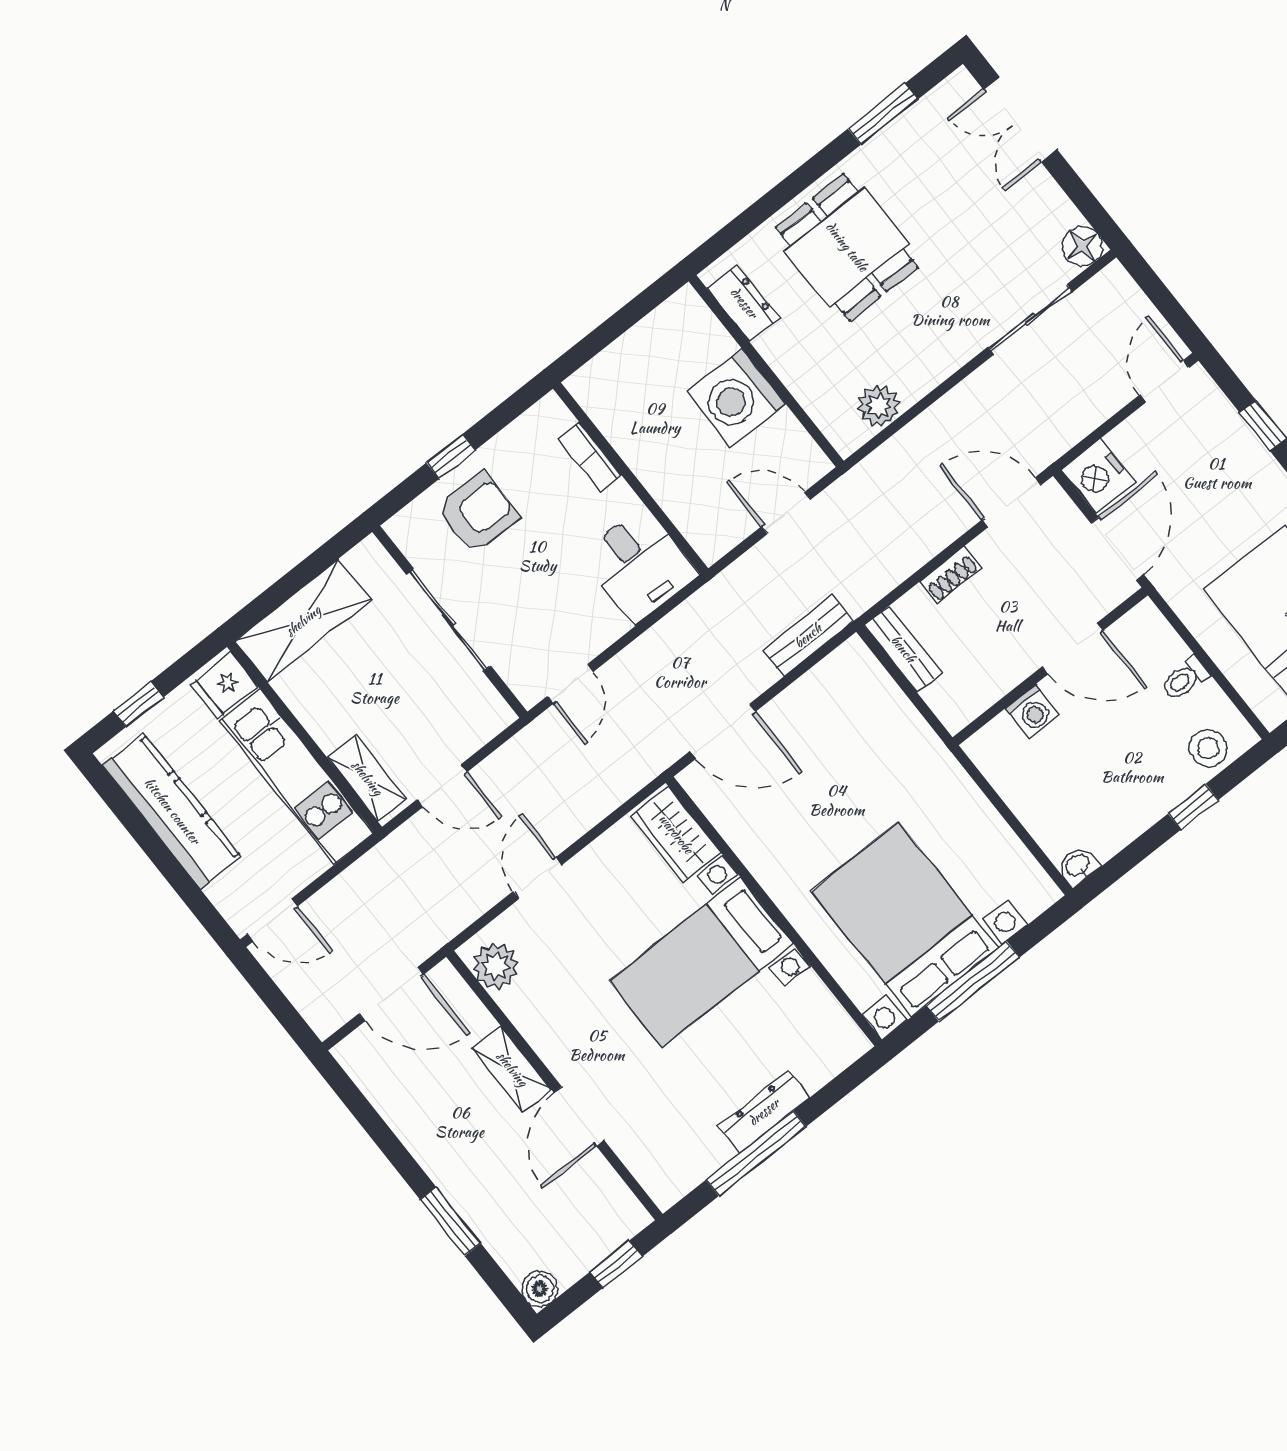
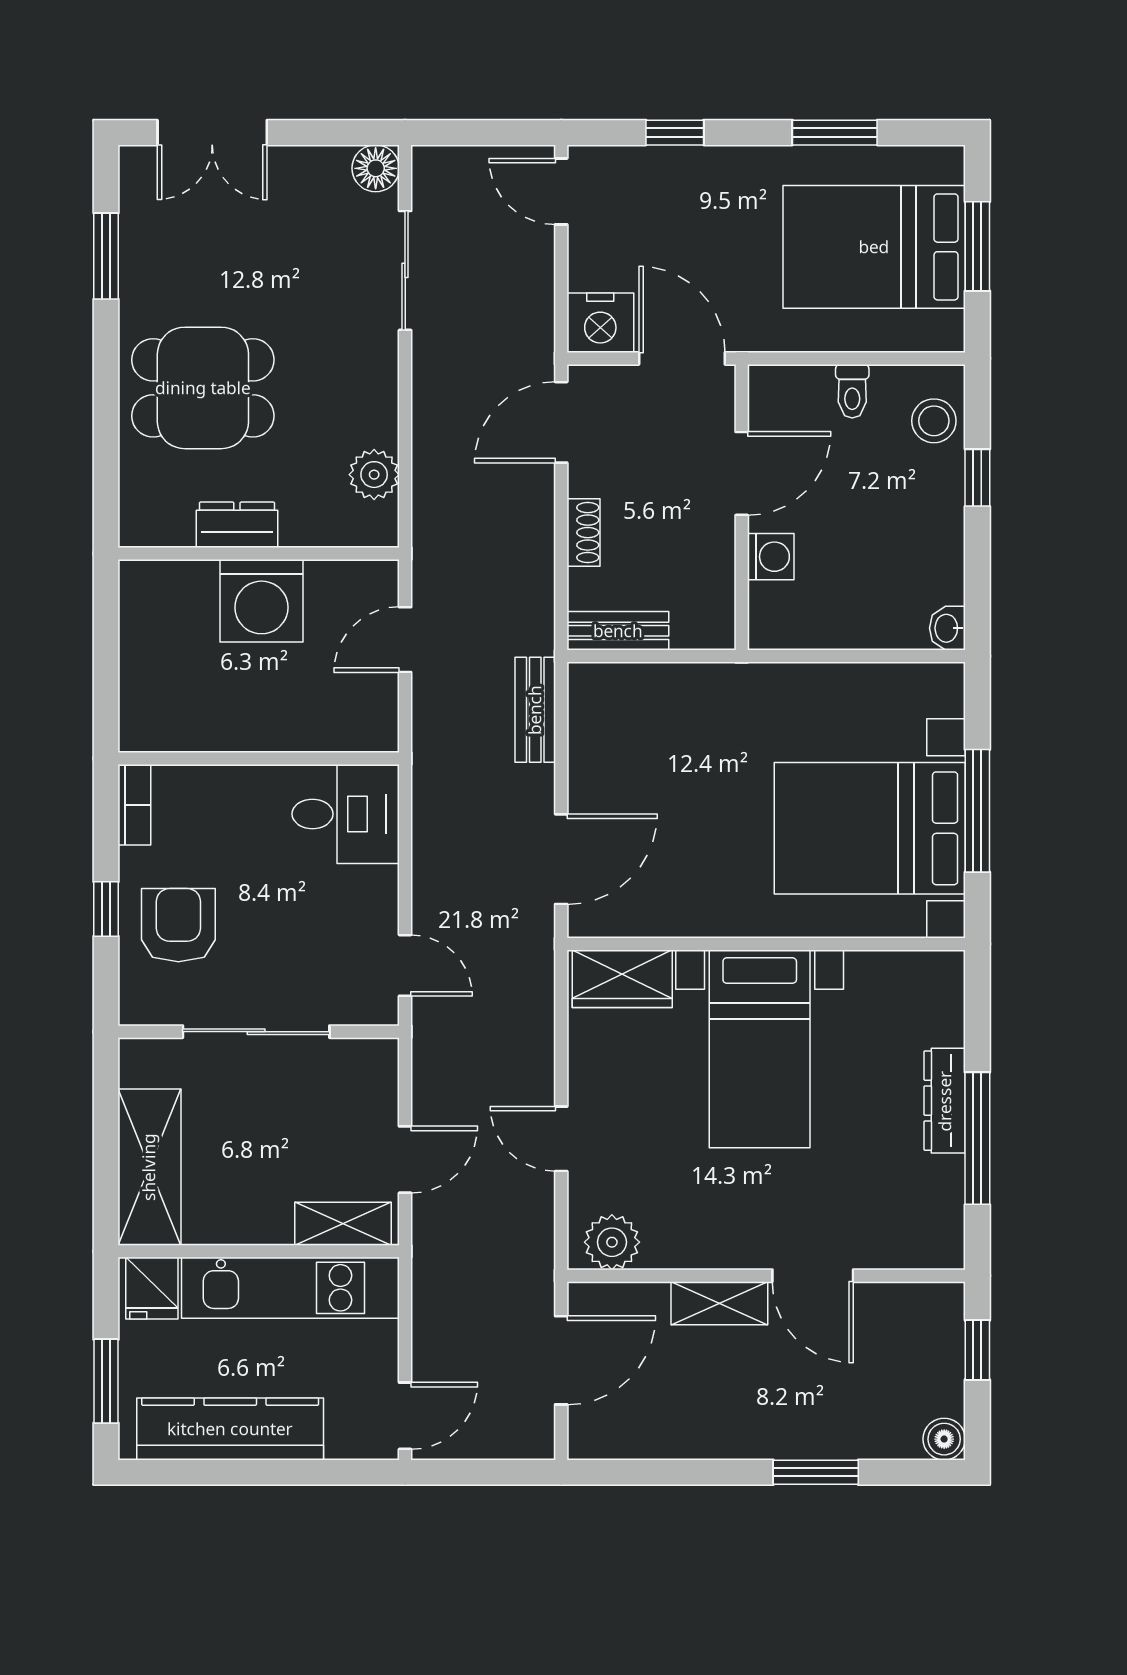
dresser: (744, 303) -> (237, 525), moved
bookcase: (590, 457) -> (134, 805), moved, turned -90
window: (138, 704) -> (106, 1381), width x1.50

